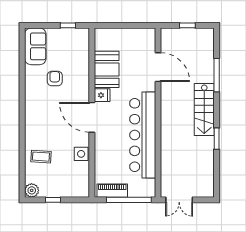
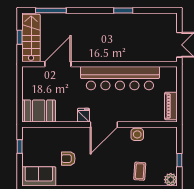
booth: (107, 69) -> (39, 111), moved
window: (217, 75) -> (51, 10), moved
stairs: (204, 110) -> (31, 38), moved, turned -90
window: (129, 200) -> (179, 91), removed

